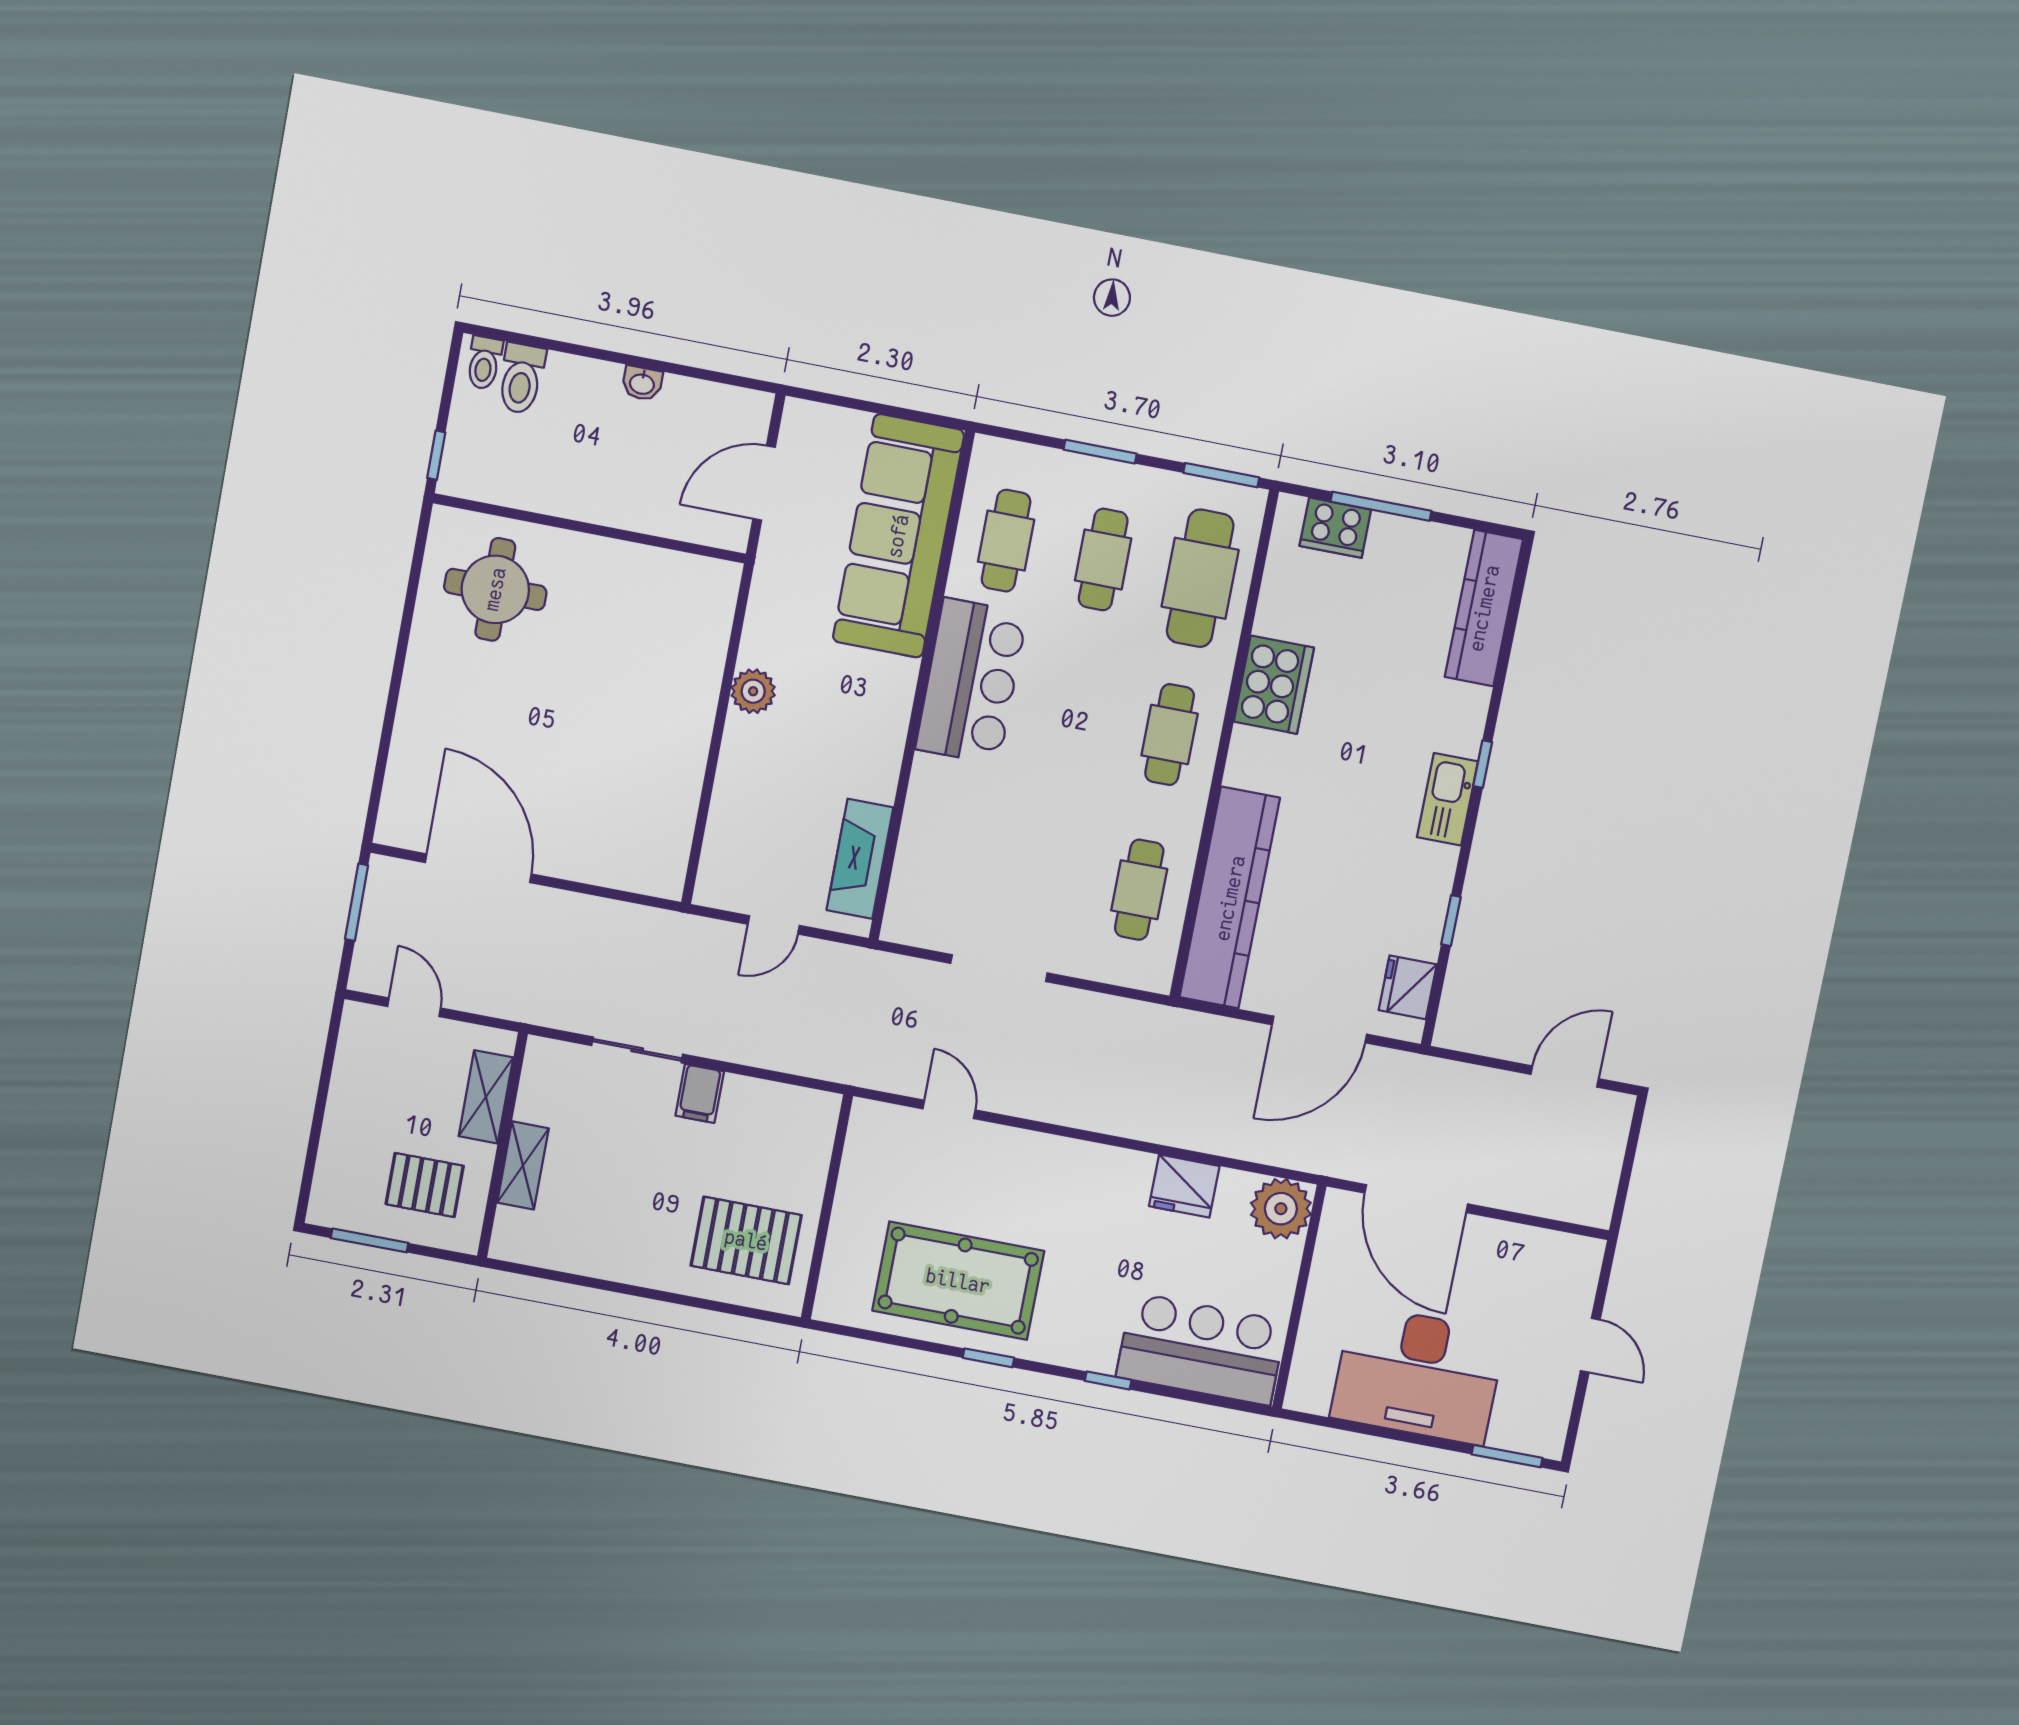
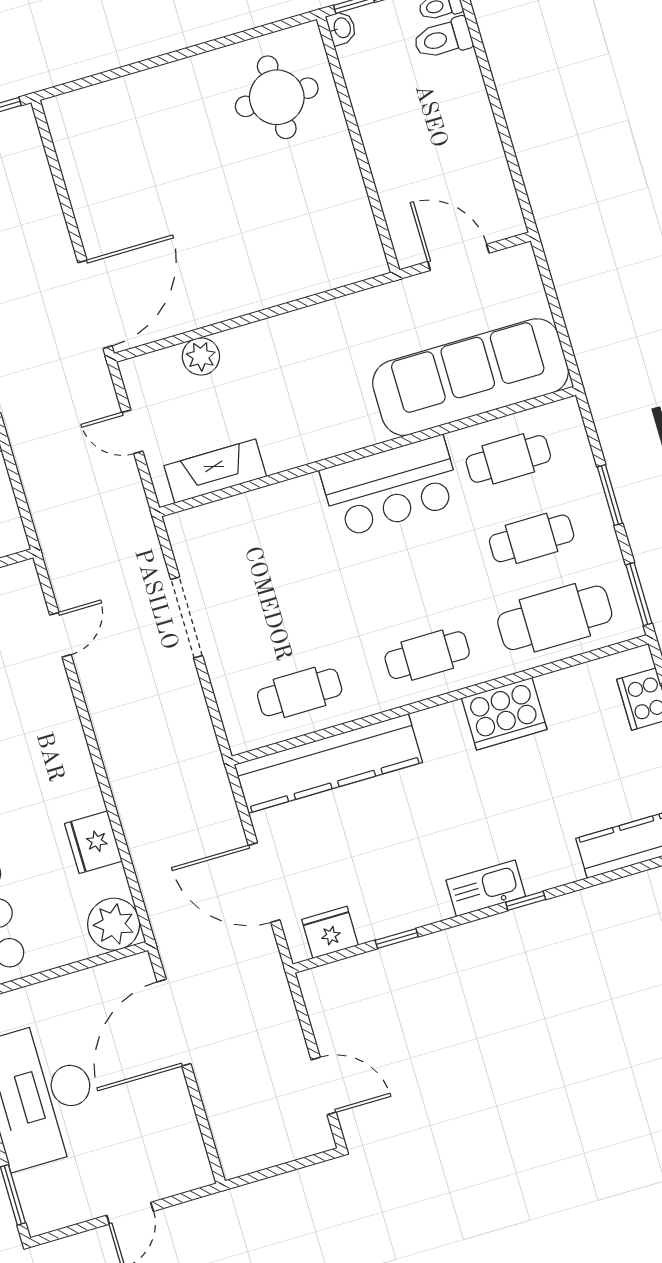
washbasin: (642, 383) -> (342, 28), moved, turned 180
plant: (753, 691) -> (201, 356), moved
door: (478, 868) -> (95, 304), moved

